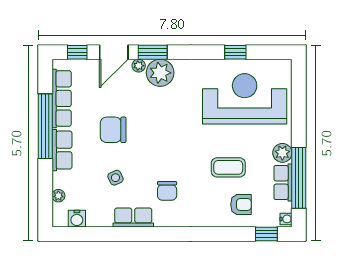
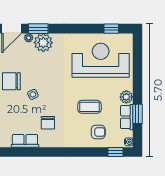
window: (235, 52) -> (111, 29), moved
side table: (115, 178) -> (33, 94), moved
window: (299, 178) -> (137, 114), width x0.47

